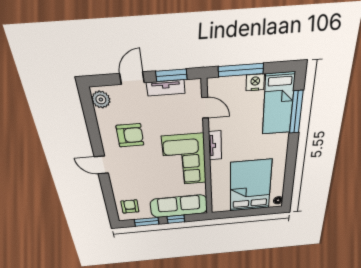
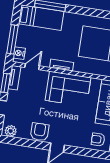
nightstand: (255, 82) -> (19, 53), moved
tv unit: (166, 88) -> (15, 78), moved
armchair: (130, 135) -> (40, 132), moved

